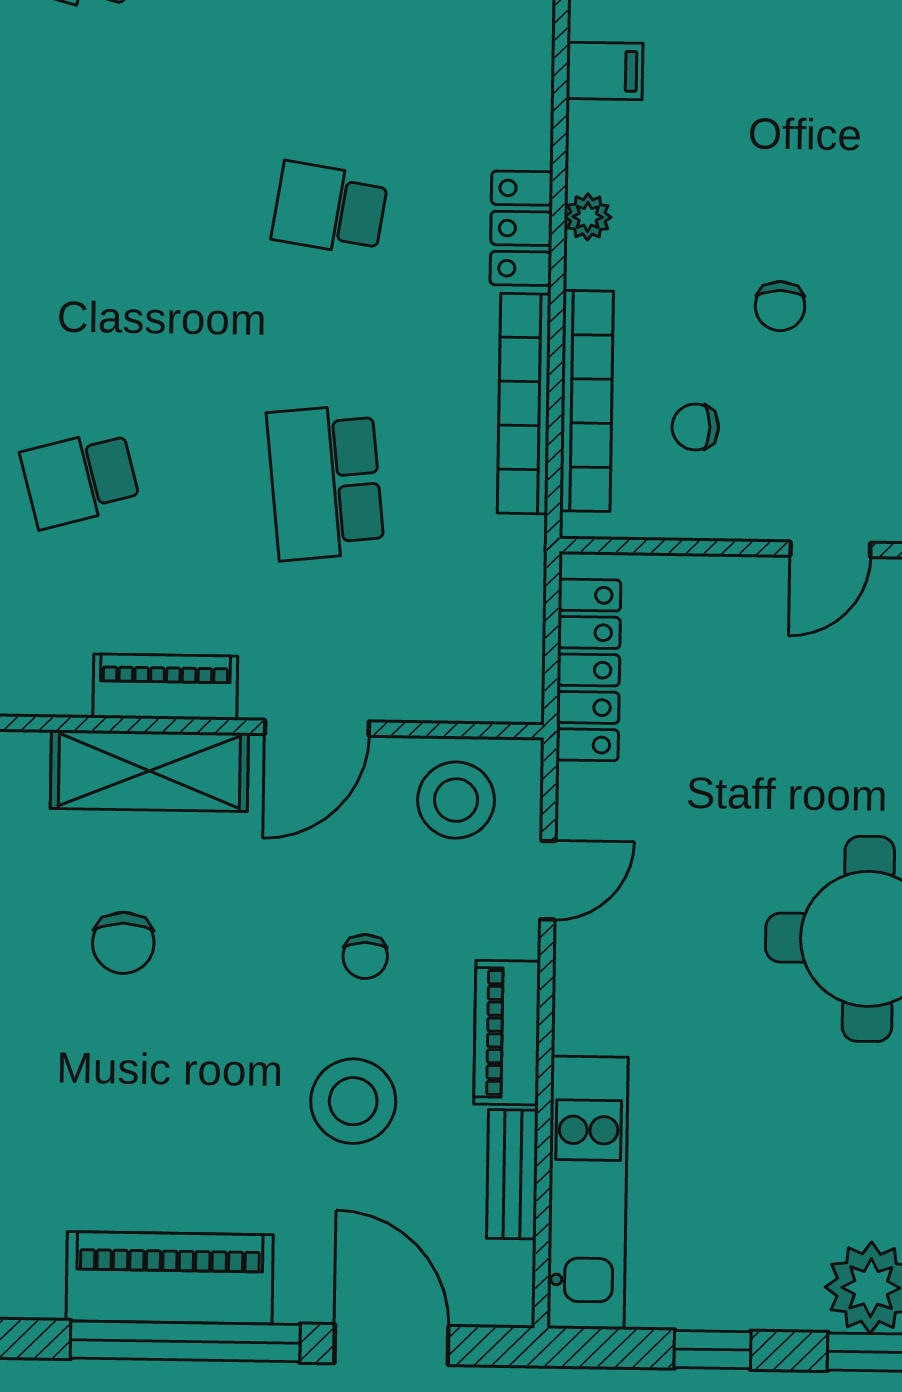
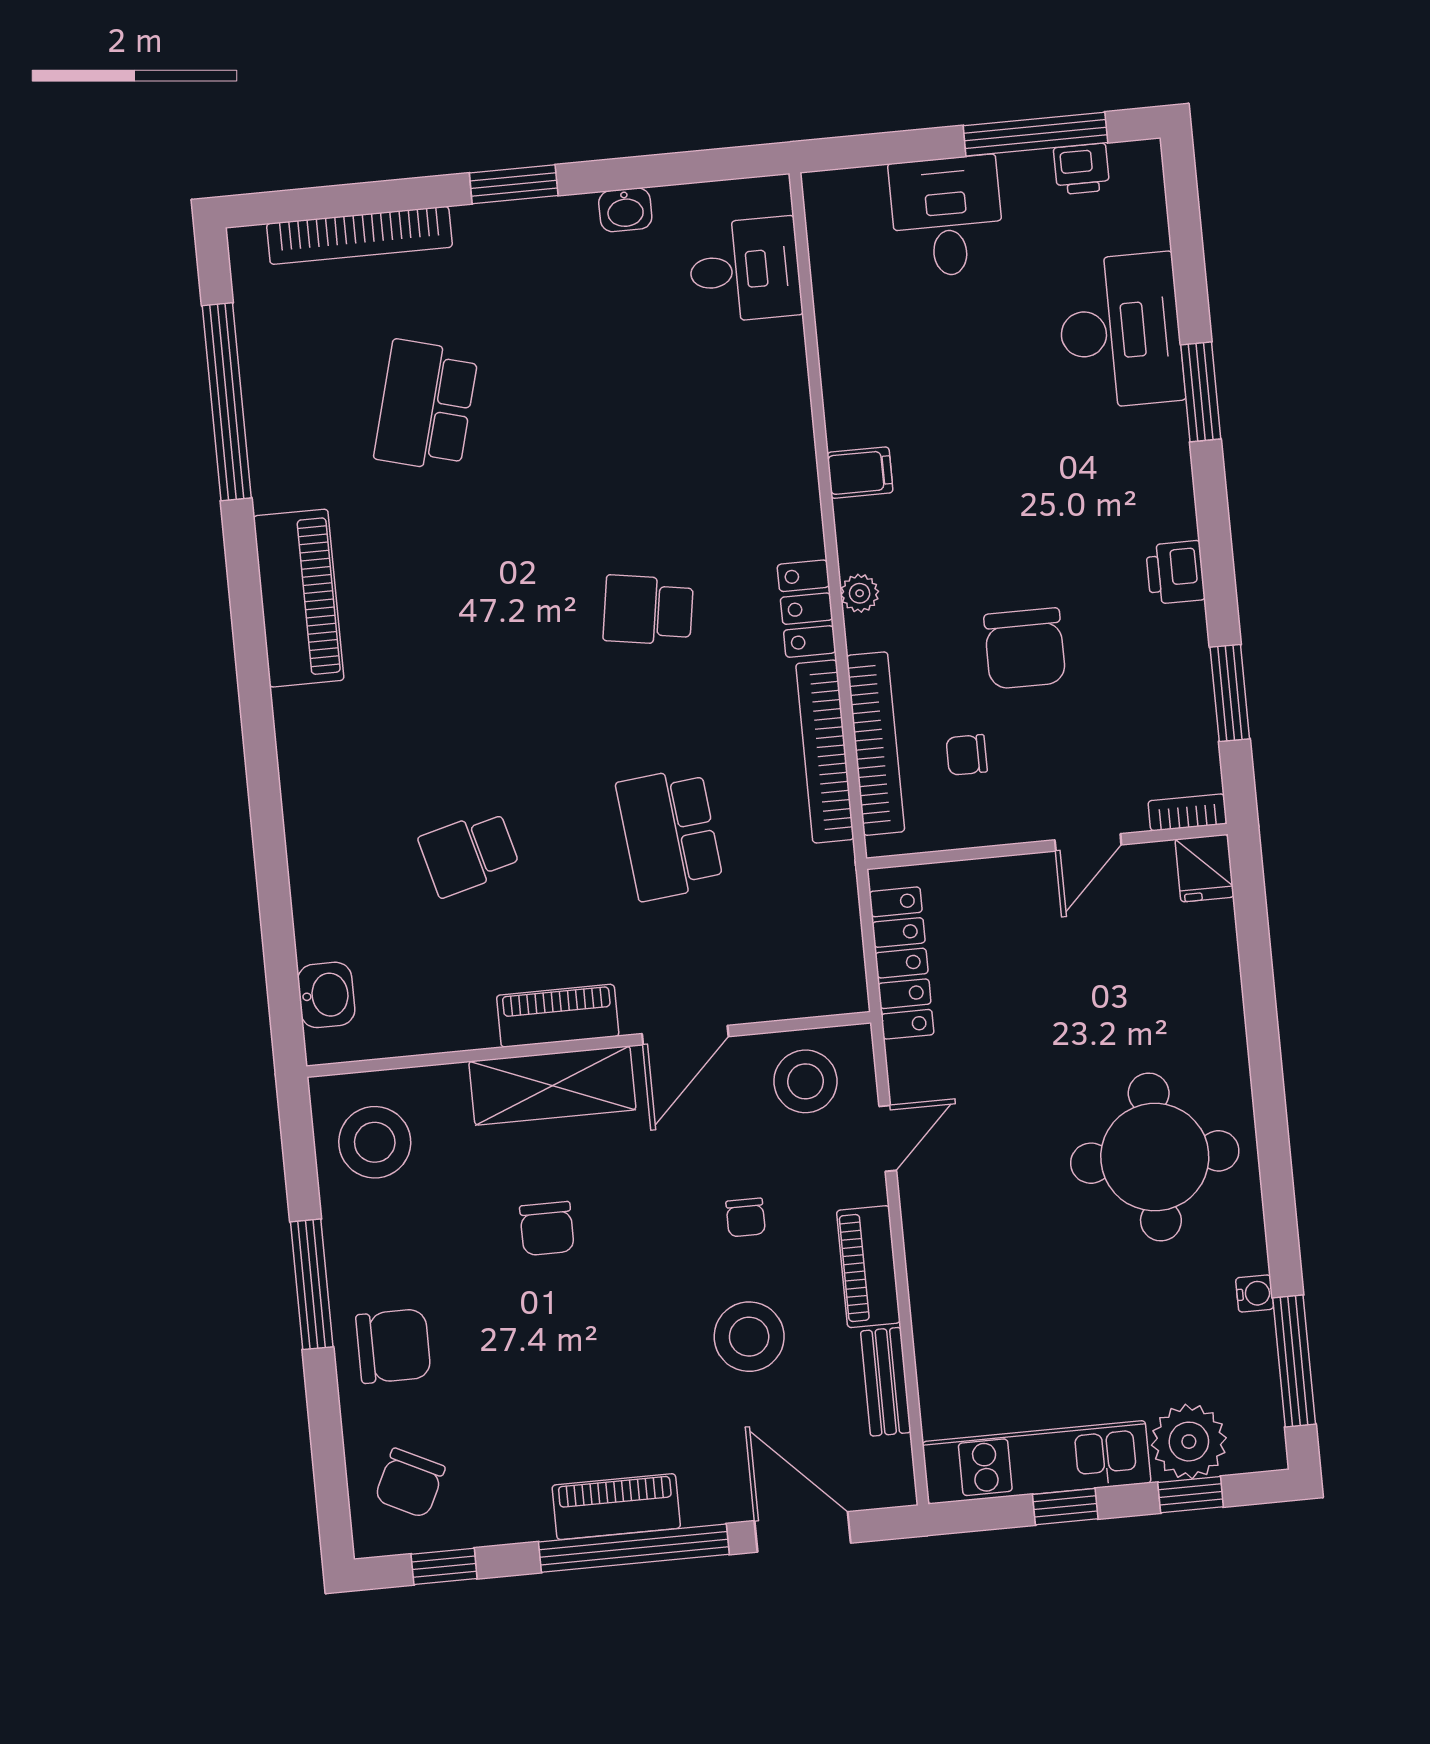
chair: (780, 306) -> (1025, 648), width x1.87, depth x1.87
kitchen unit: (588, 1193) -> (1037, 1462), moved, turned -90
piano: (170, 1278) -> (616, 1507), width x0.73, depth x0.75

